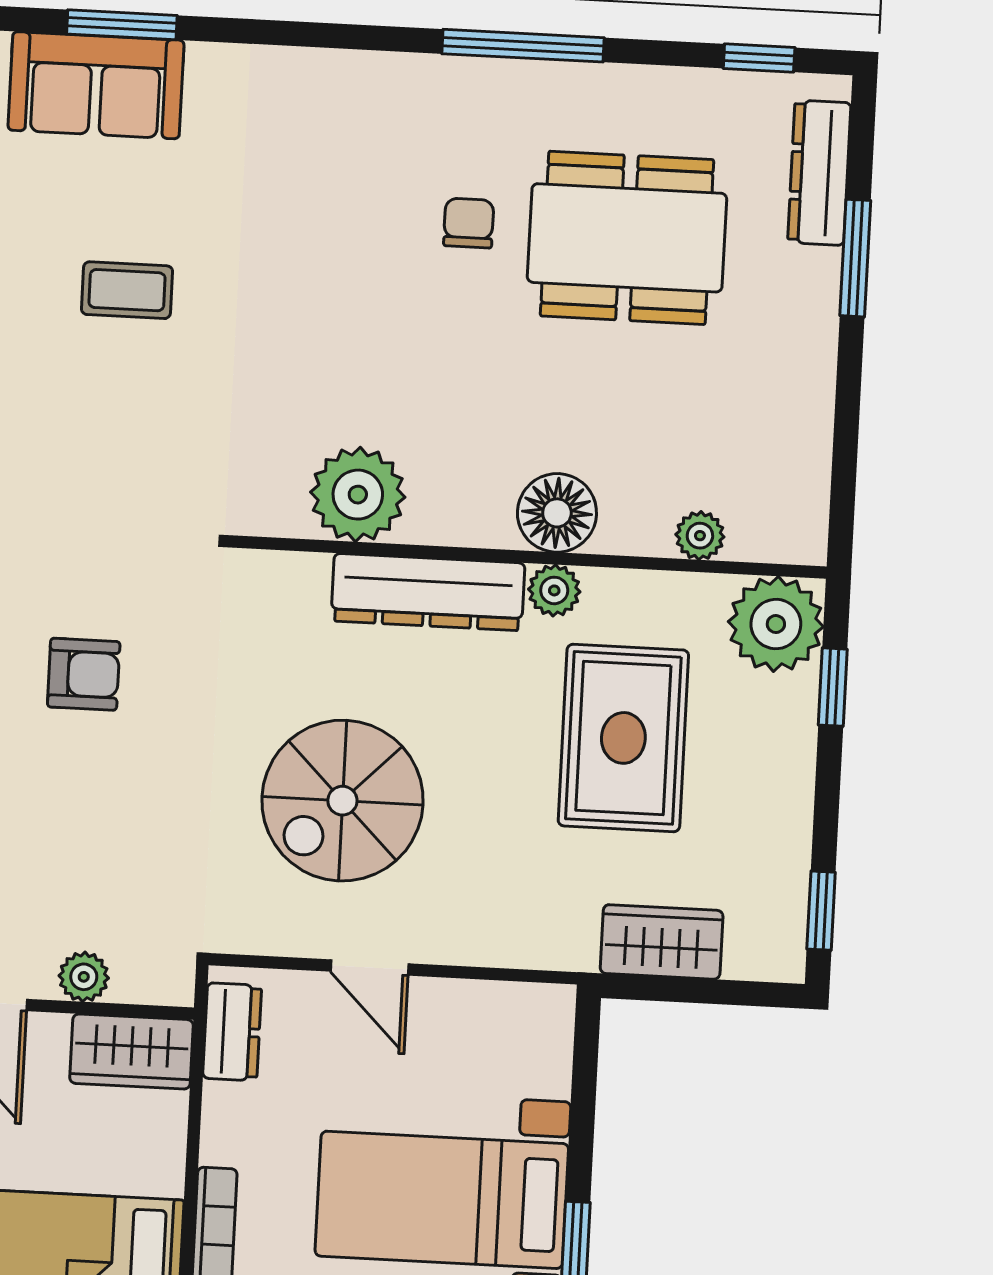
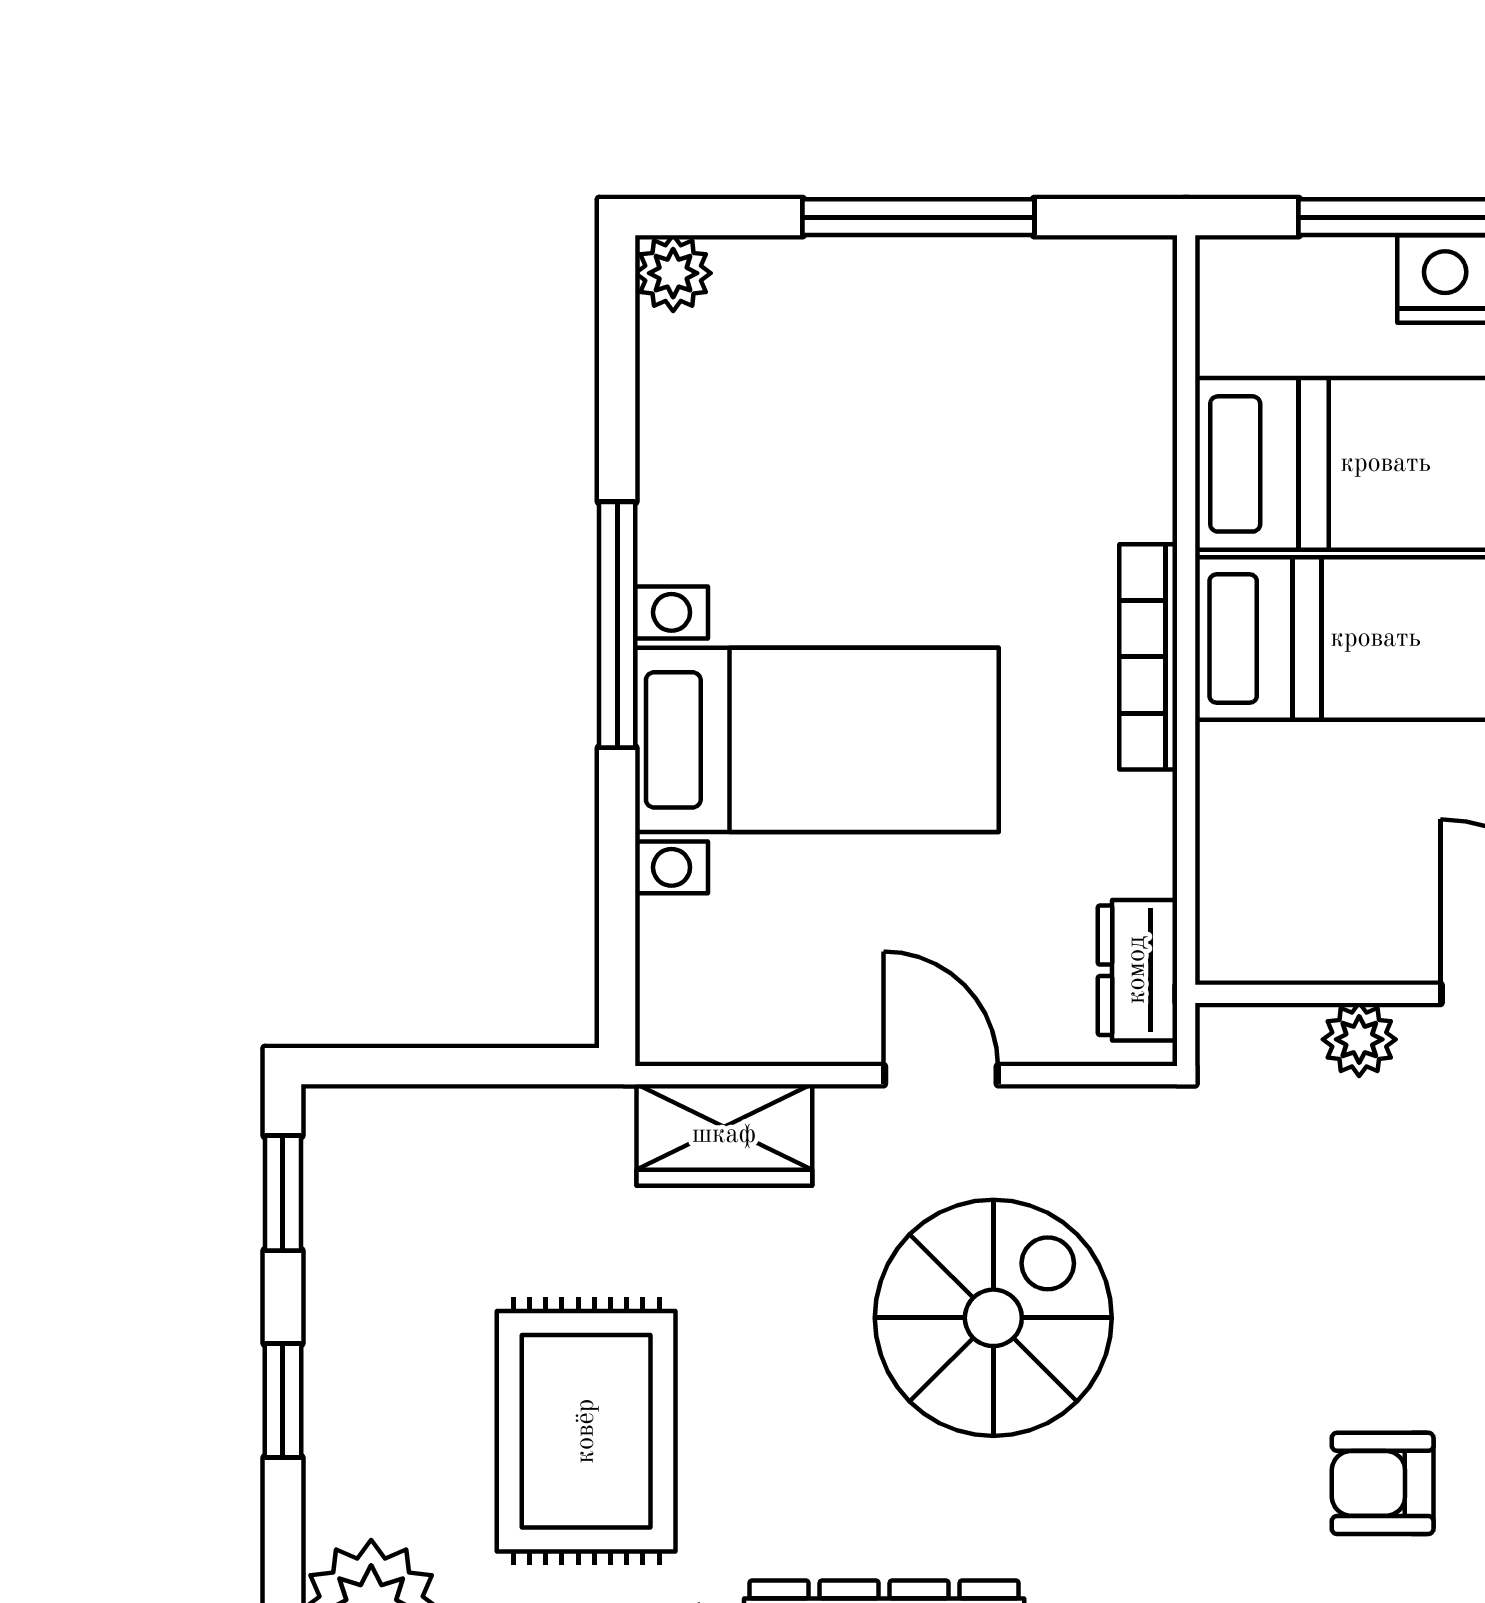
window: (833, 687) -> (283, 1401), moved
wardrobe: (662, 942) -> (724, 1135), moved
wardrobe: (131, 1052) -> (1283, 934), removed

